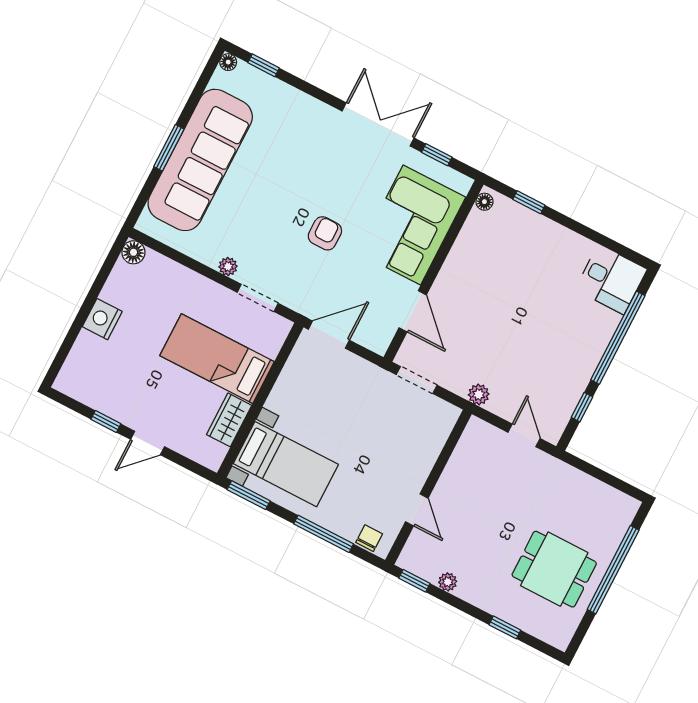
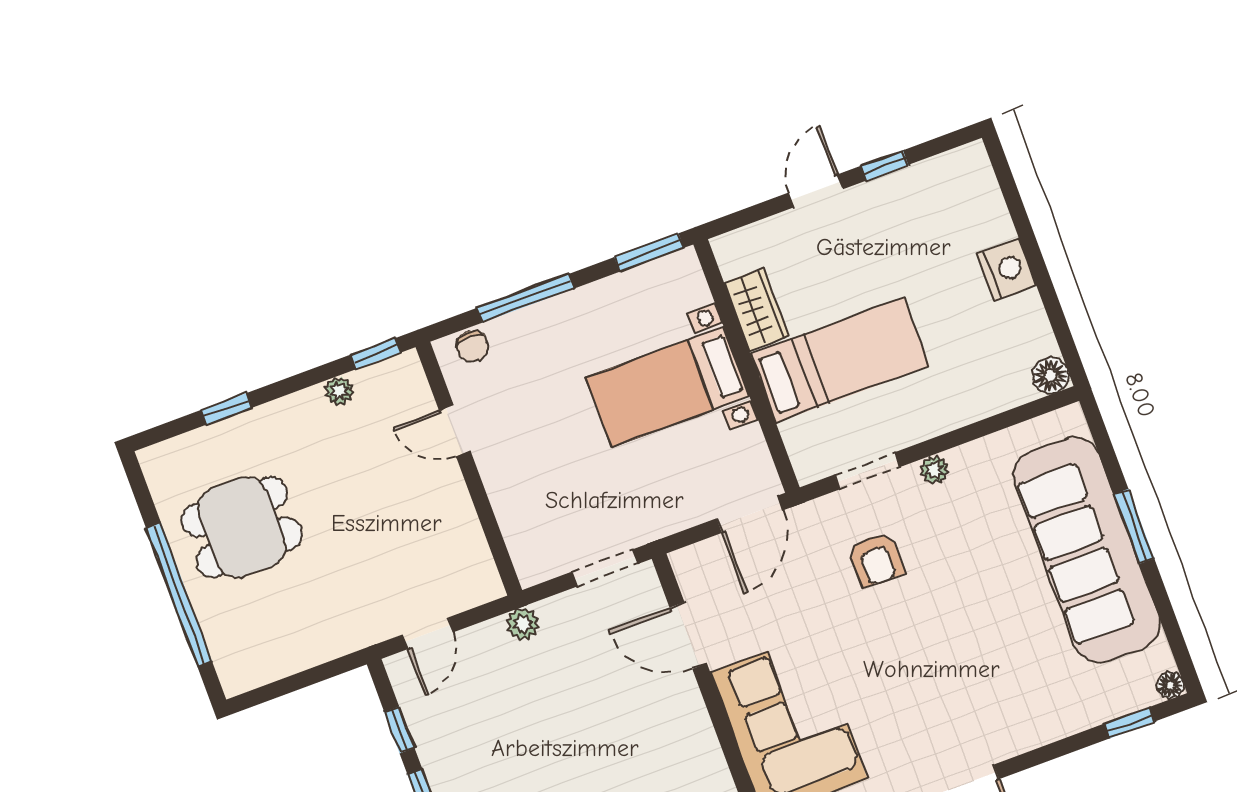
armchair: (325, 233) -> (876, 560), moved
door: (524, 435) -> (428, 633), hinge flipped
bed with nightstands: (286, 464) -> (668, 387), moved

